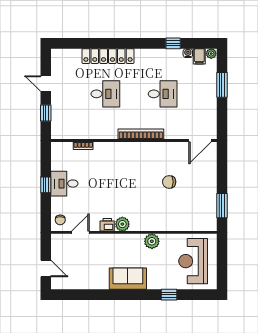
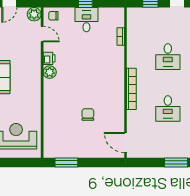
plant: (152, 241) -> (34, 14), moved

